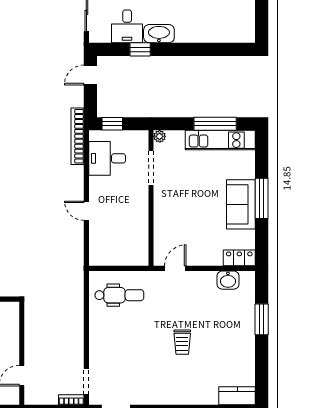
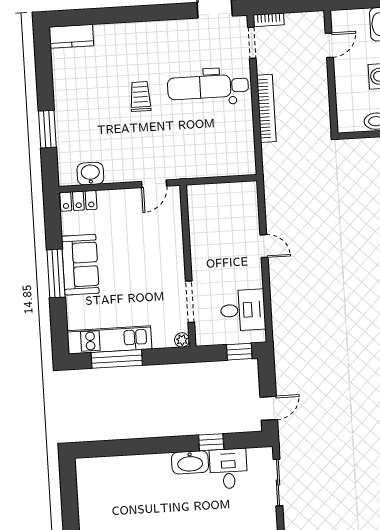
bookcase: (78, 136) -> (266, 108), moved
dental chair: (119, 295) -> (208, 87), moved, width x1.36, depth x1.38

